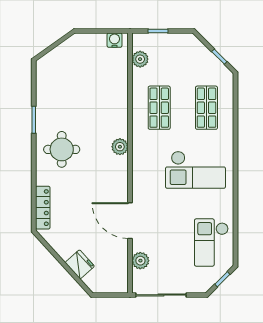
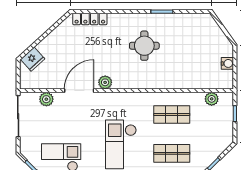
water cooler: (114, 40) -> (227, 63), moved
plant: (120, 147) -> (105, 82), moved
round table: (62, 149) -> (144, 46), moved
fridge: (80, 264) -> (33, 59), moved

